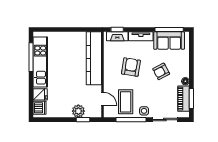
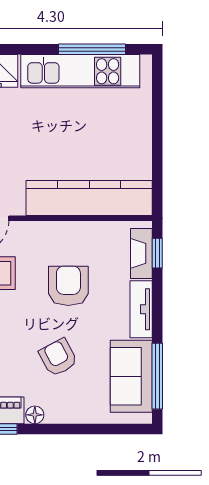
armchair: (131, 67) -> (68, 286), turned -99

